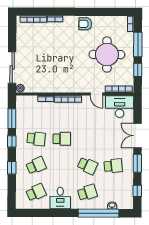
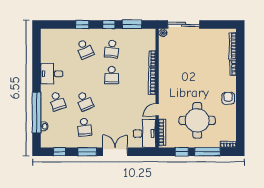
school desk: (87, 166) -> (85, 101), turned -48
school desk: (36, 192) -> (57, 49), removed

